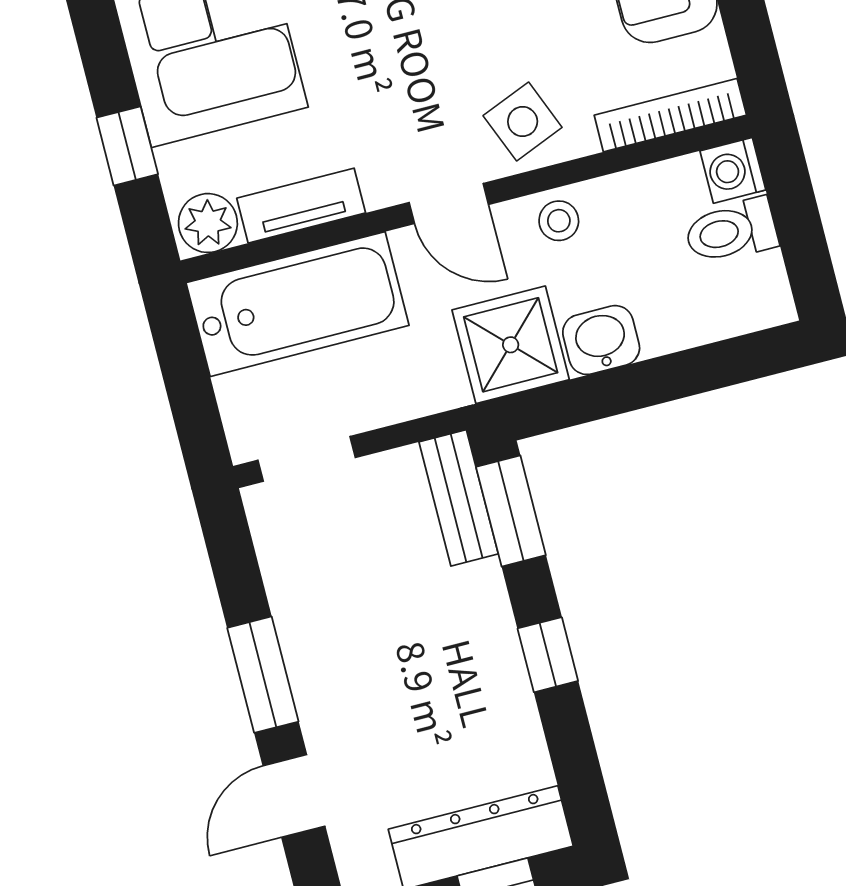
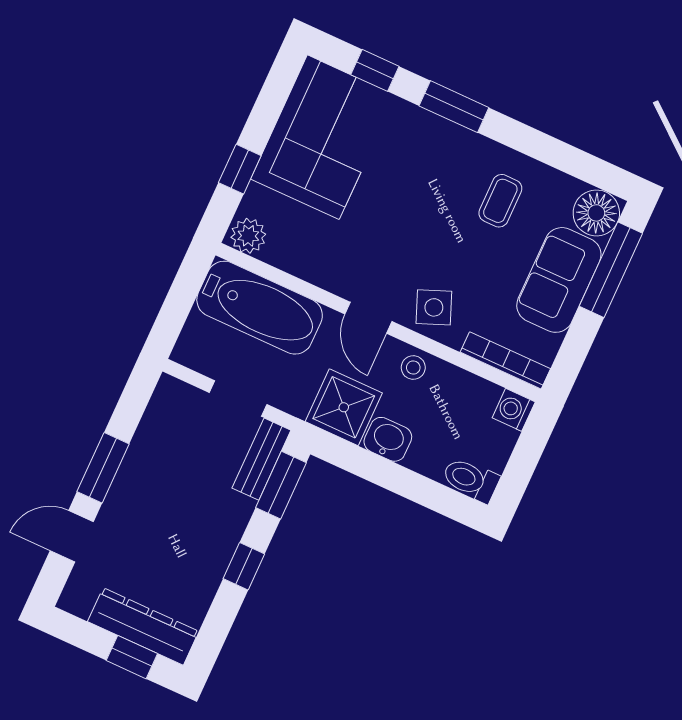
tv unit: (301, 206) -> (299, 263), removed
toilet: (731, 231) -> (471, 480), moved
doorway: (307, 459) -> (238, 399), moved

